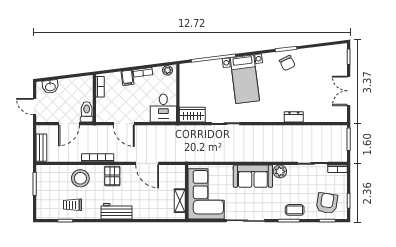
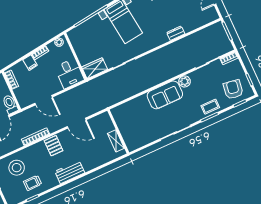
stool: (80, 178) -> (17, 168), moved
corner sofa: (206, 194) -> (134, 126), removed

